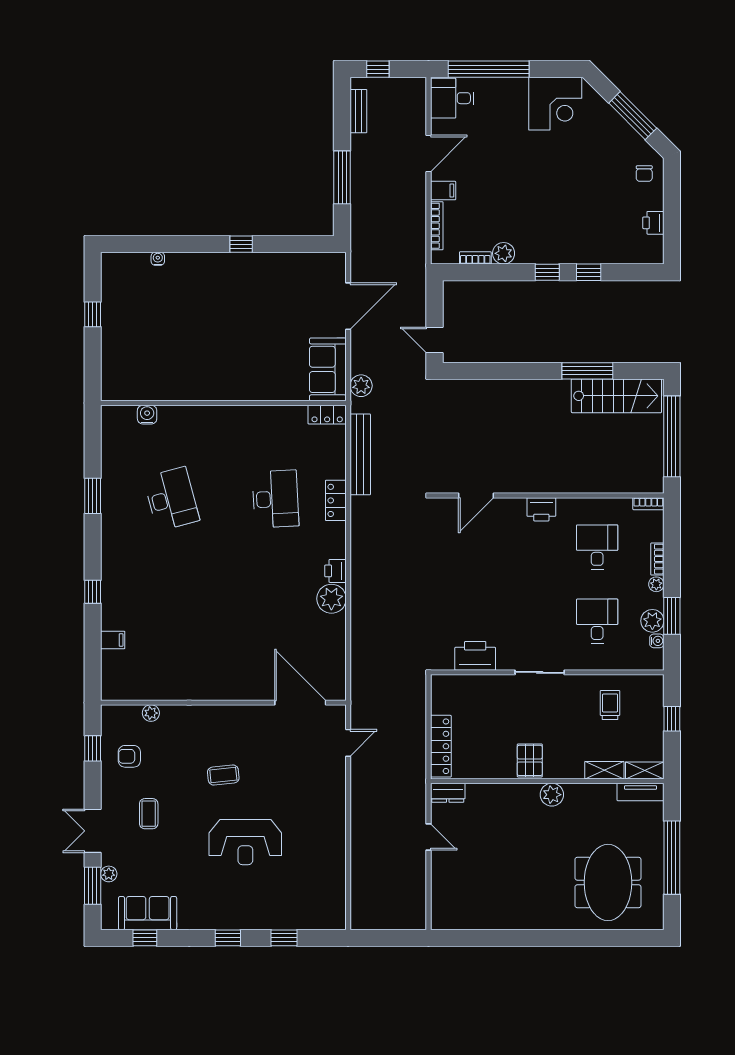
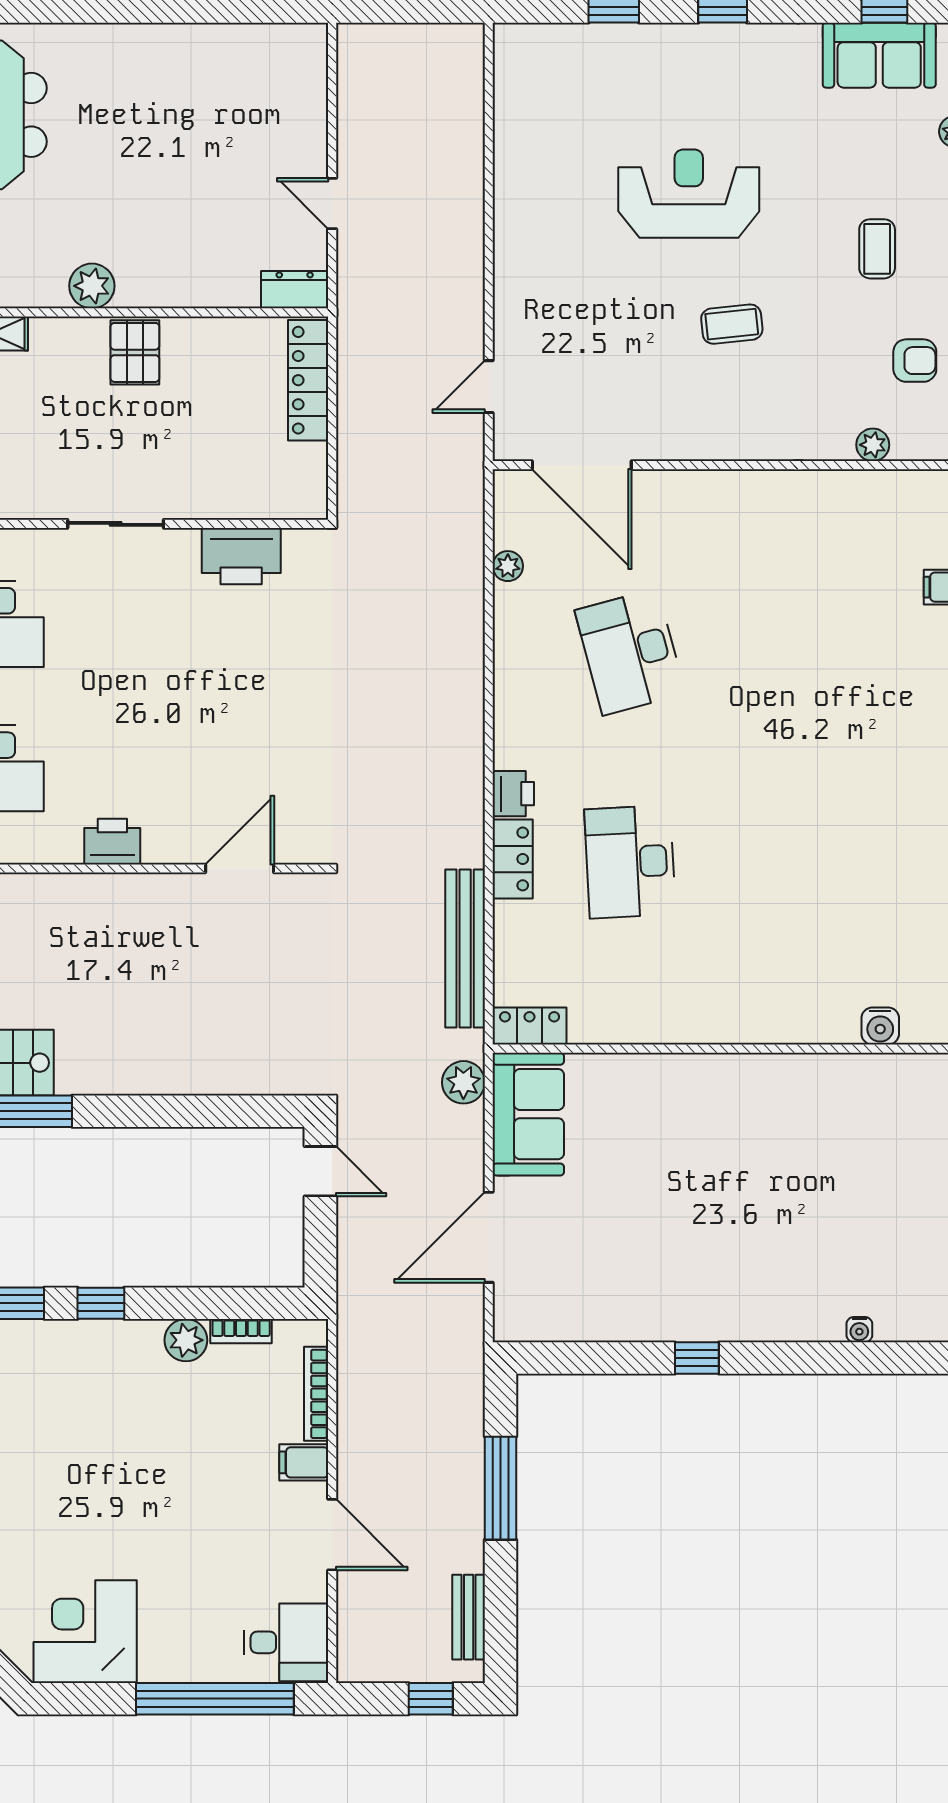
door: (429, 154) -> (332, 1535), swing flipped
desk: (171, 499) -> (630, 652), moved
printer: (335, 571) -> (513, 794), moved
plant: (331, 599) -> (508, 566), moved, width x0.53, depth x0.53

